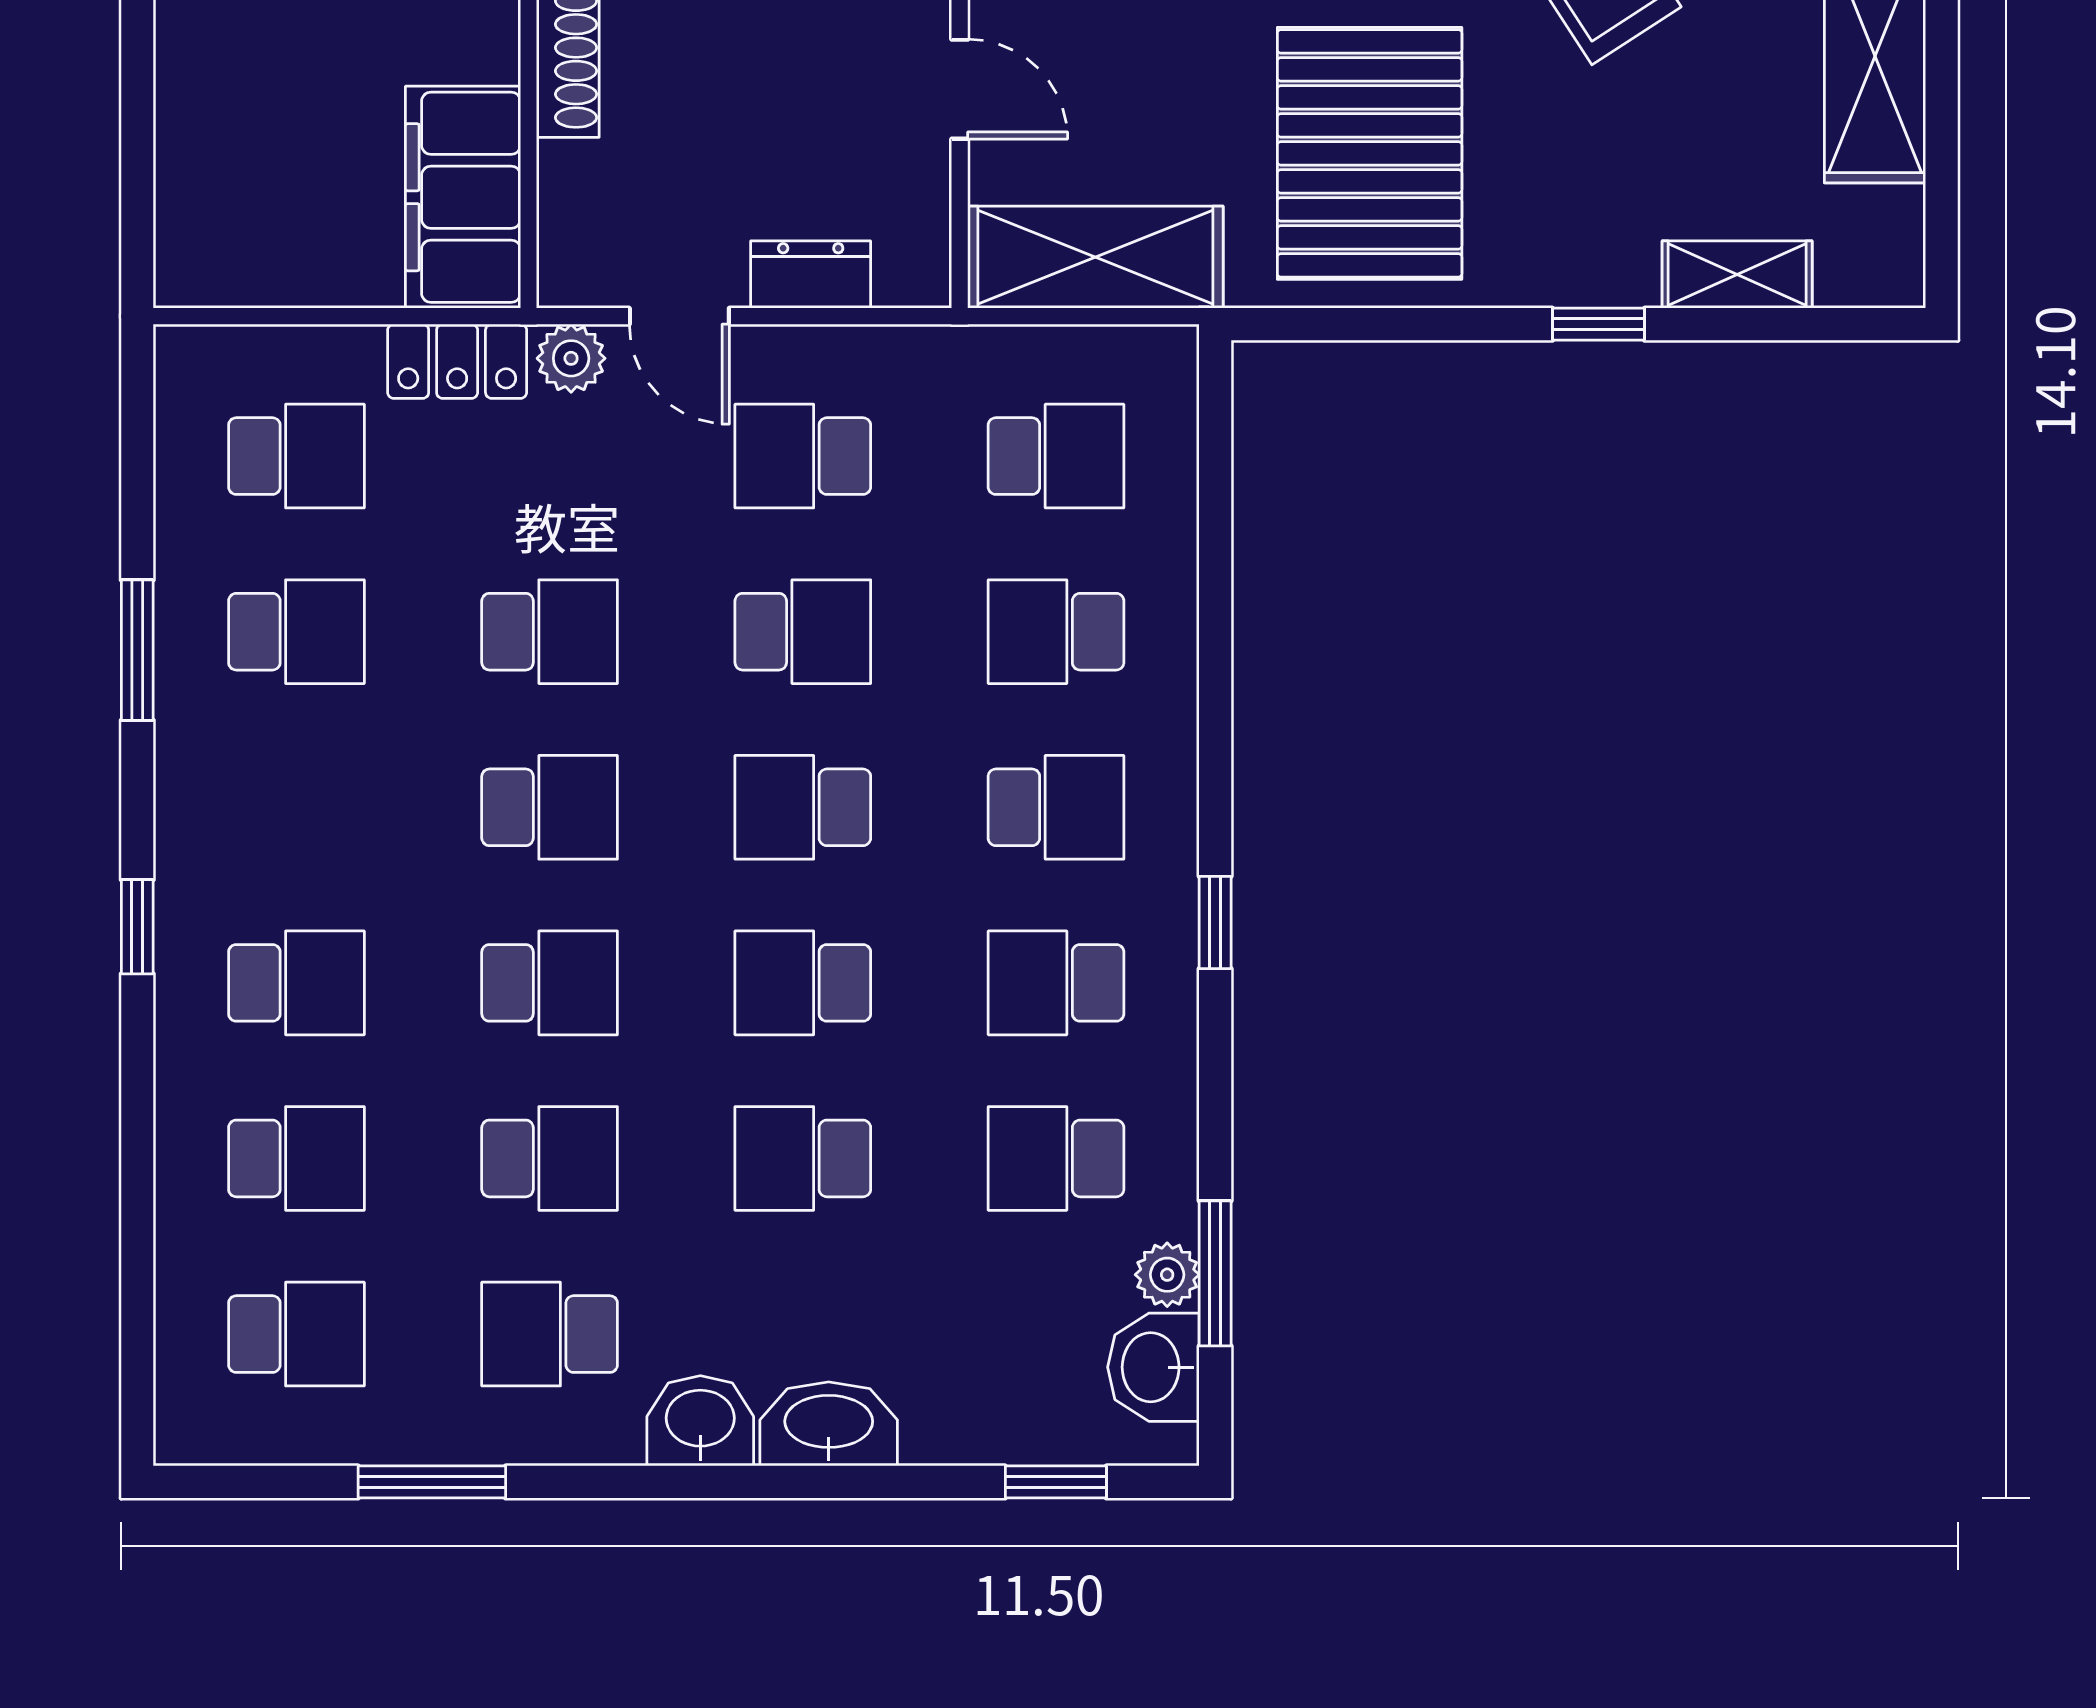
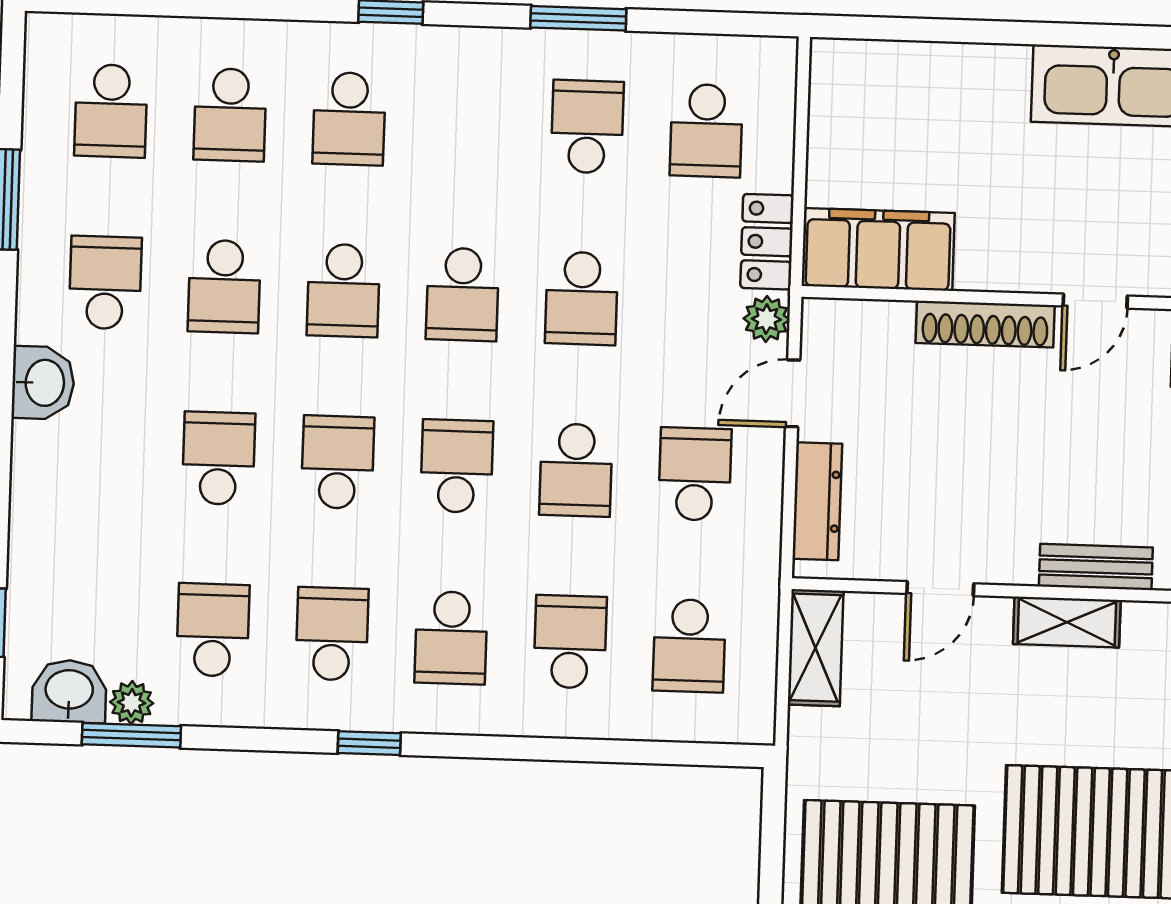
shelving: (1095, 257) -> (816, 648), width x0.67, depth x0.75
dresser: (811, 275) -> (817, 501), width x1.44
school desk: (296, 632) -> (587, 127), turned 180
washbasin: (829, 1424) -> (38, 470), removed

